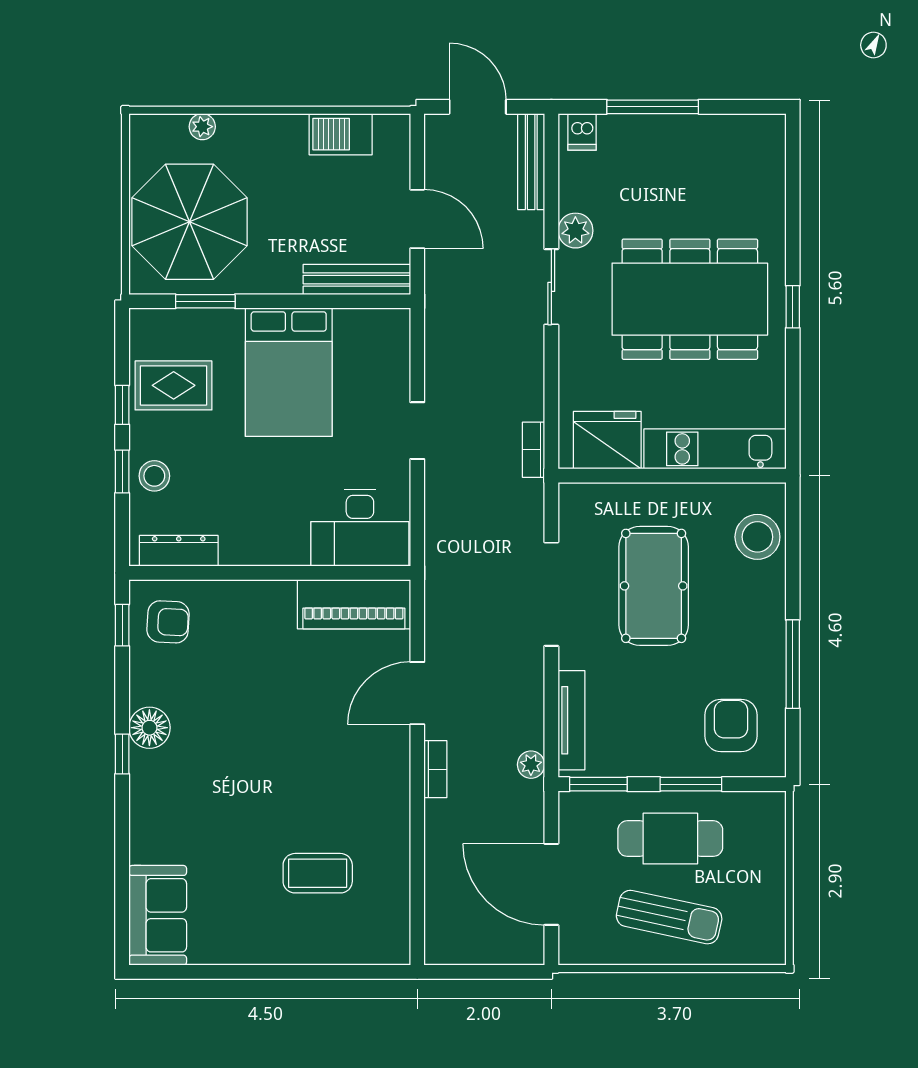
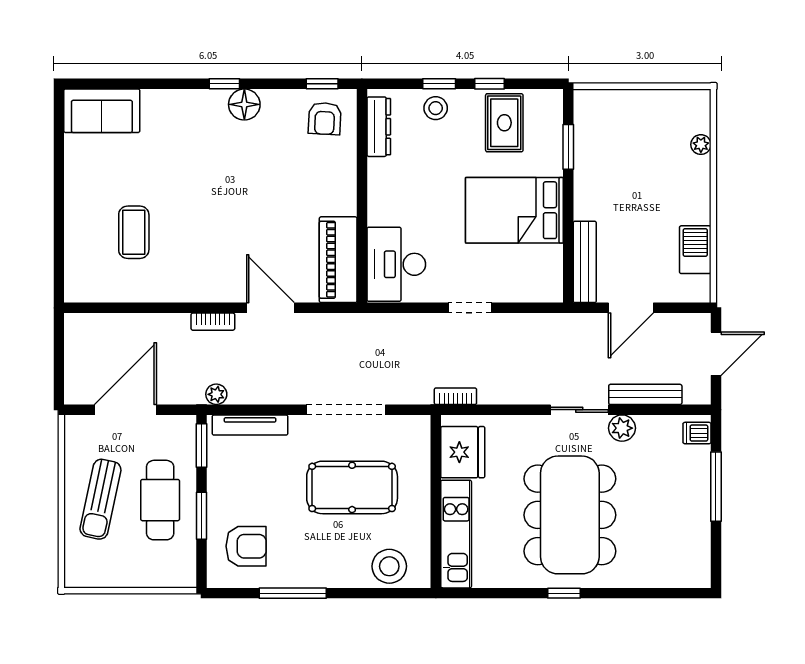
bench: (531, 162) -> (645, 394), moved
parasol: (189, 222) -> (629, 135), removed

